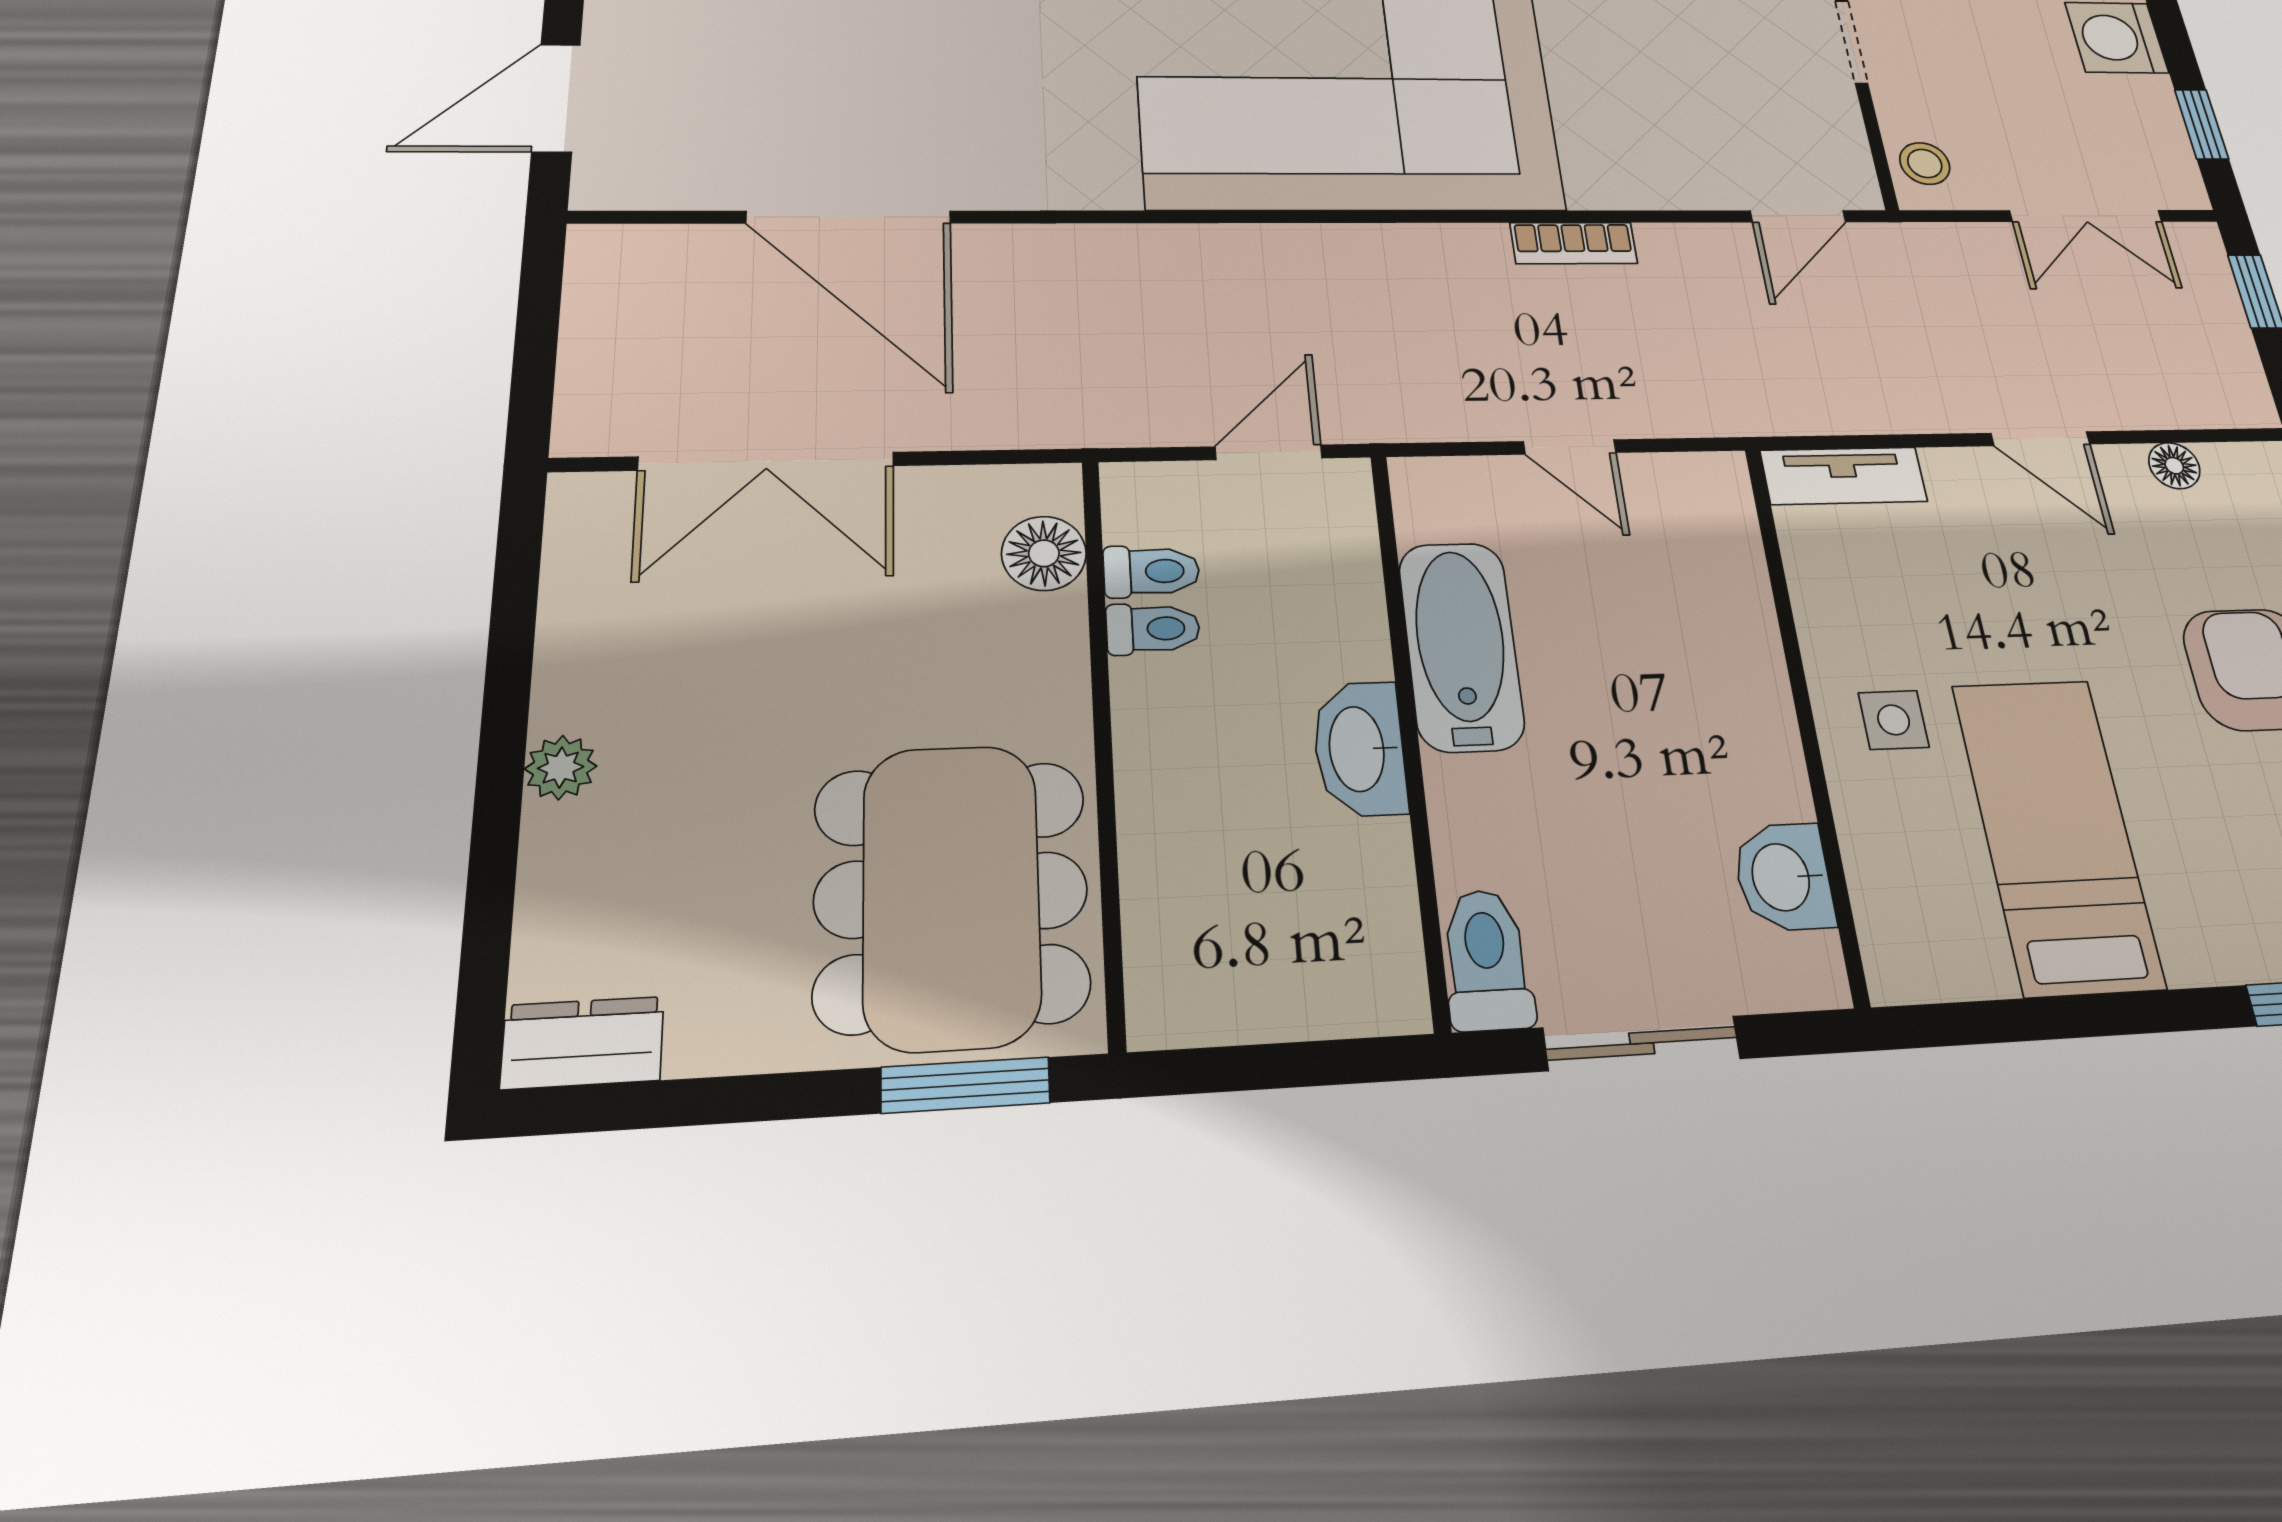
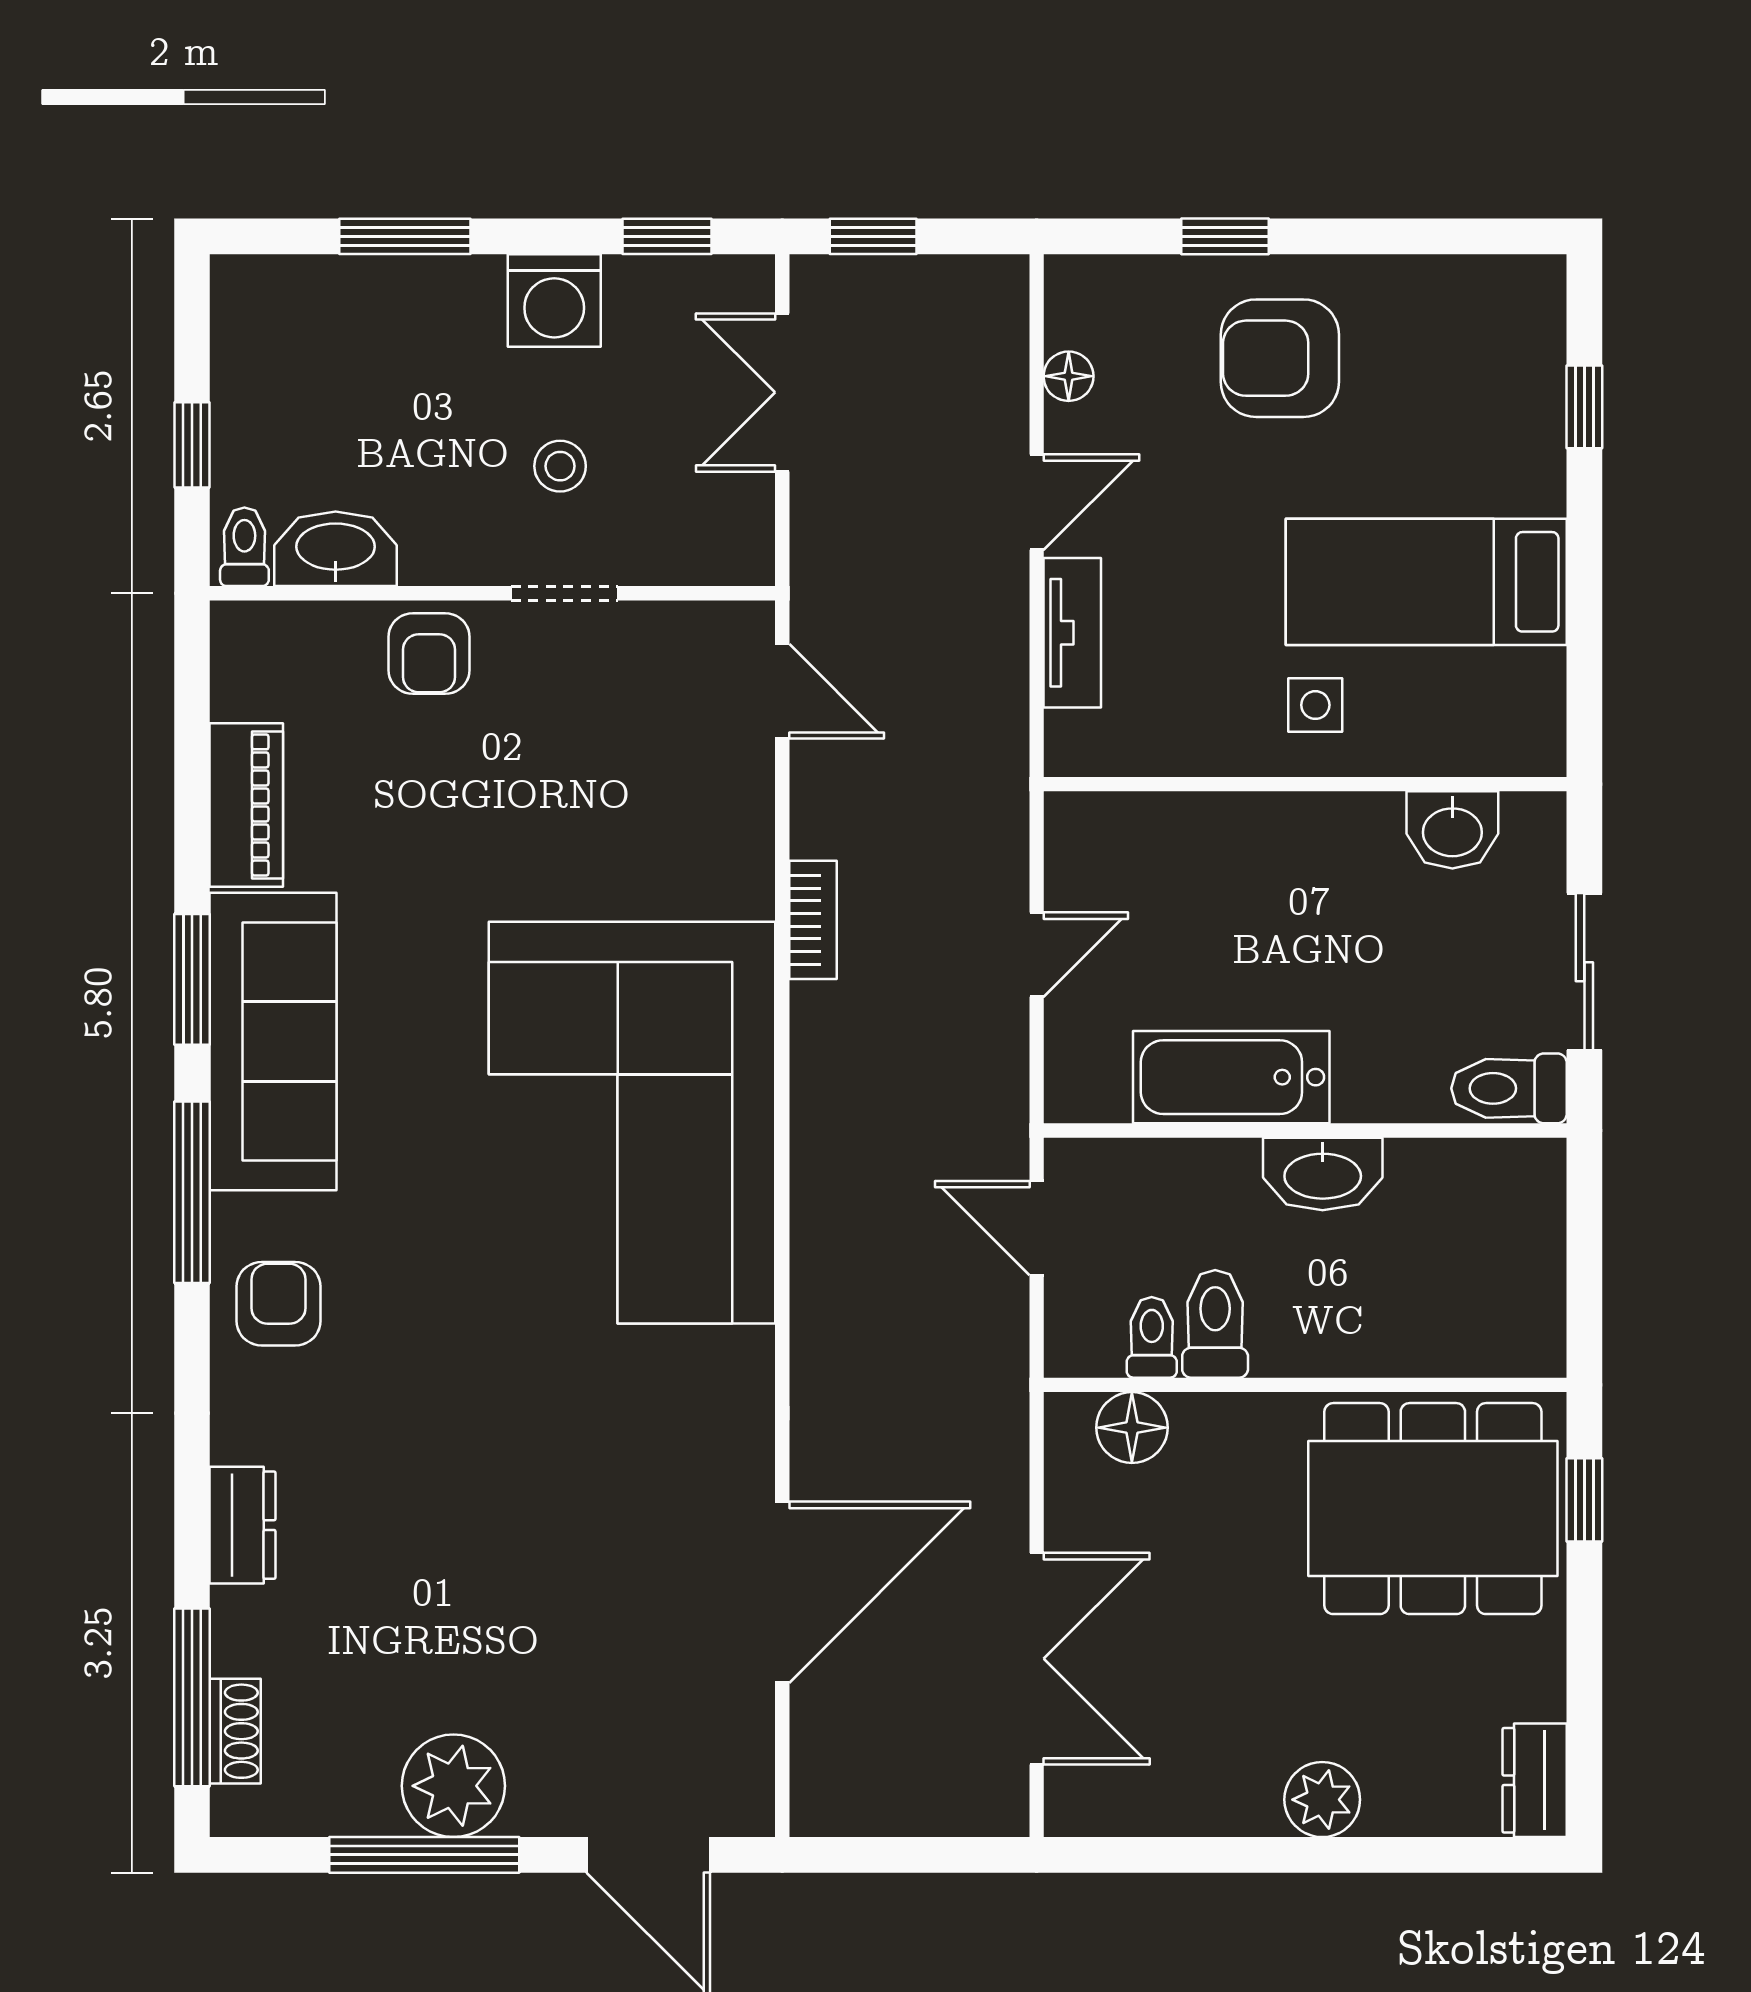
stool: (1925, 163) -> (560, 466), moved
double door: (2086, 216) -> (782, 392), swing flipped
tv unit: (1844, 476) -> (1072, 633), moved
toilet: (1153, 629) -> (1215, 1324), width x1.37, depth x1.39
plant: (561, 768) -> (1322, 1800), width x1.38, depth x1.38
window: (966, 1085) -> (1584, 1500), width x0.67

